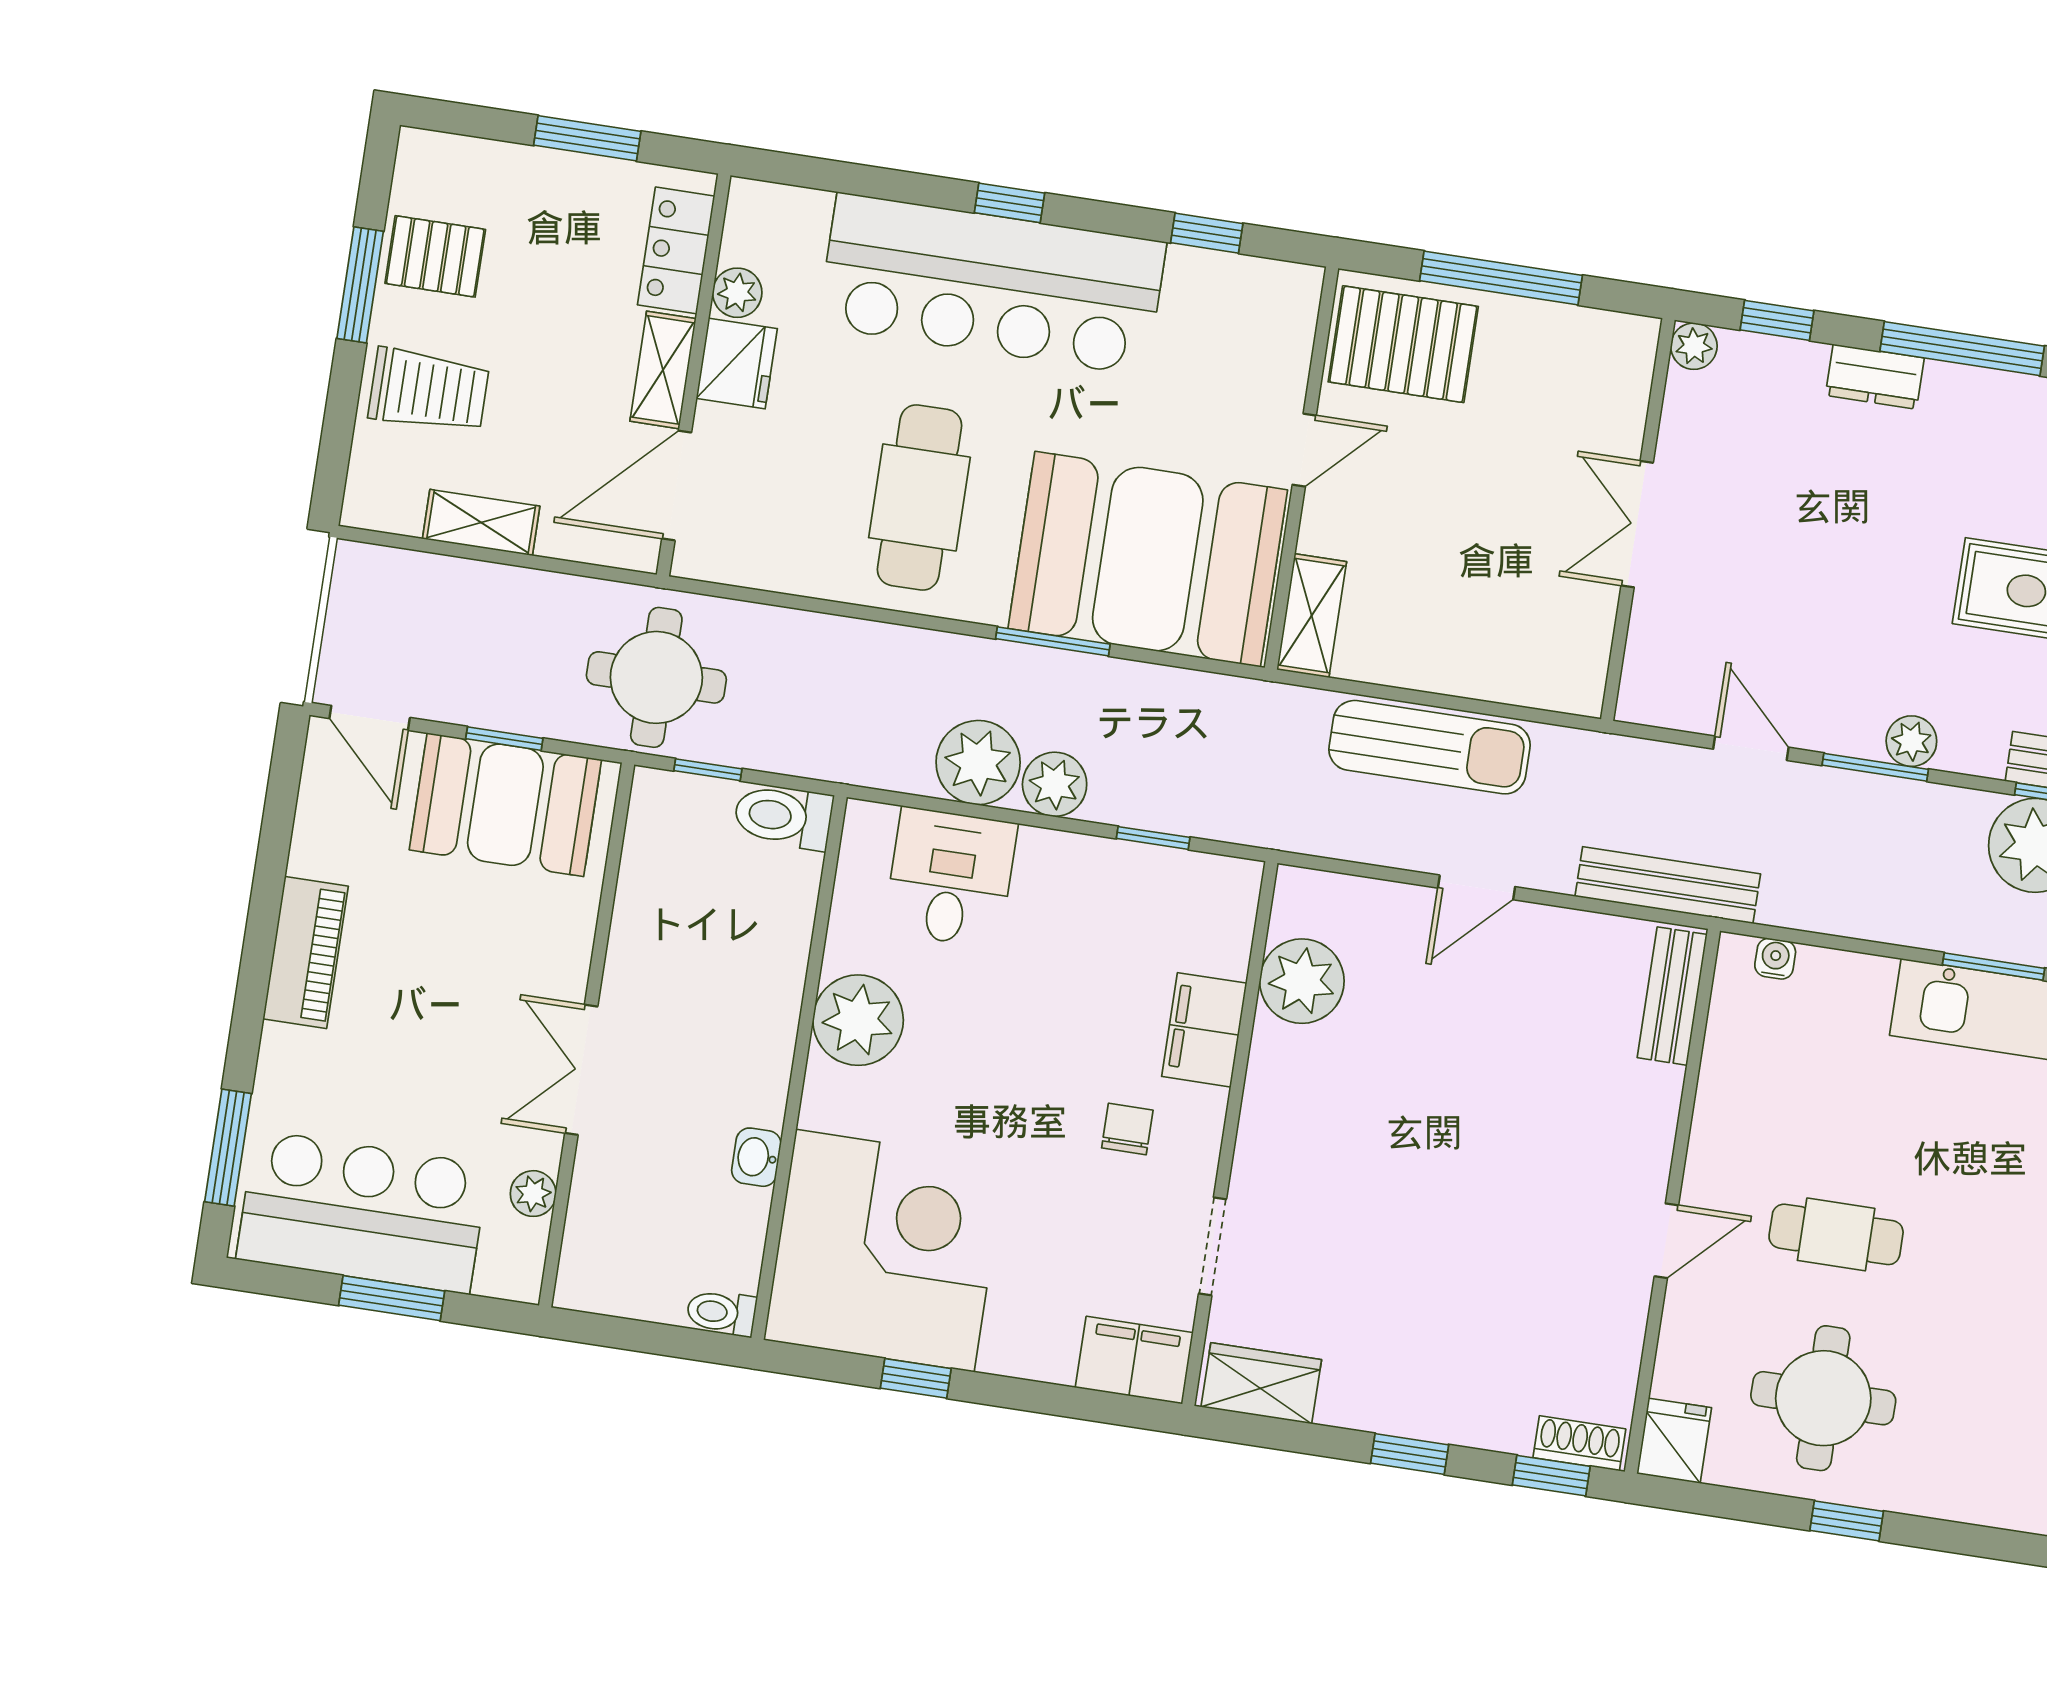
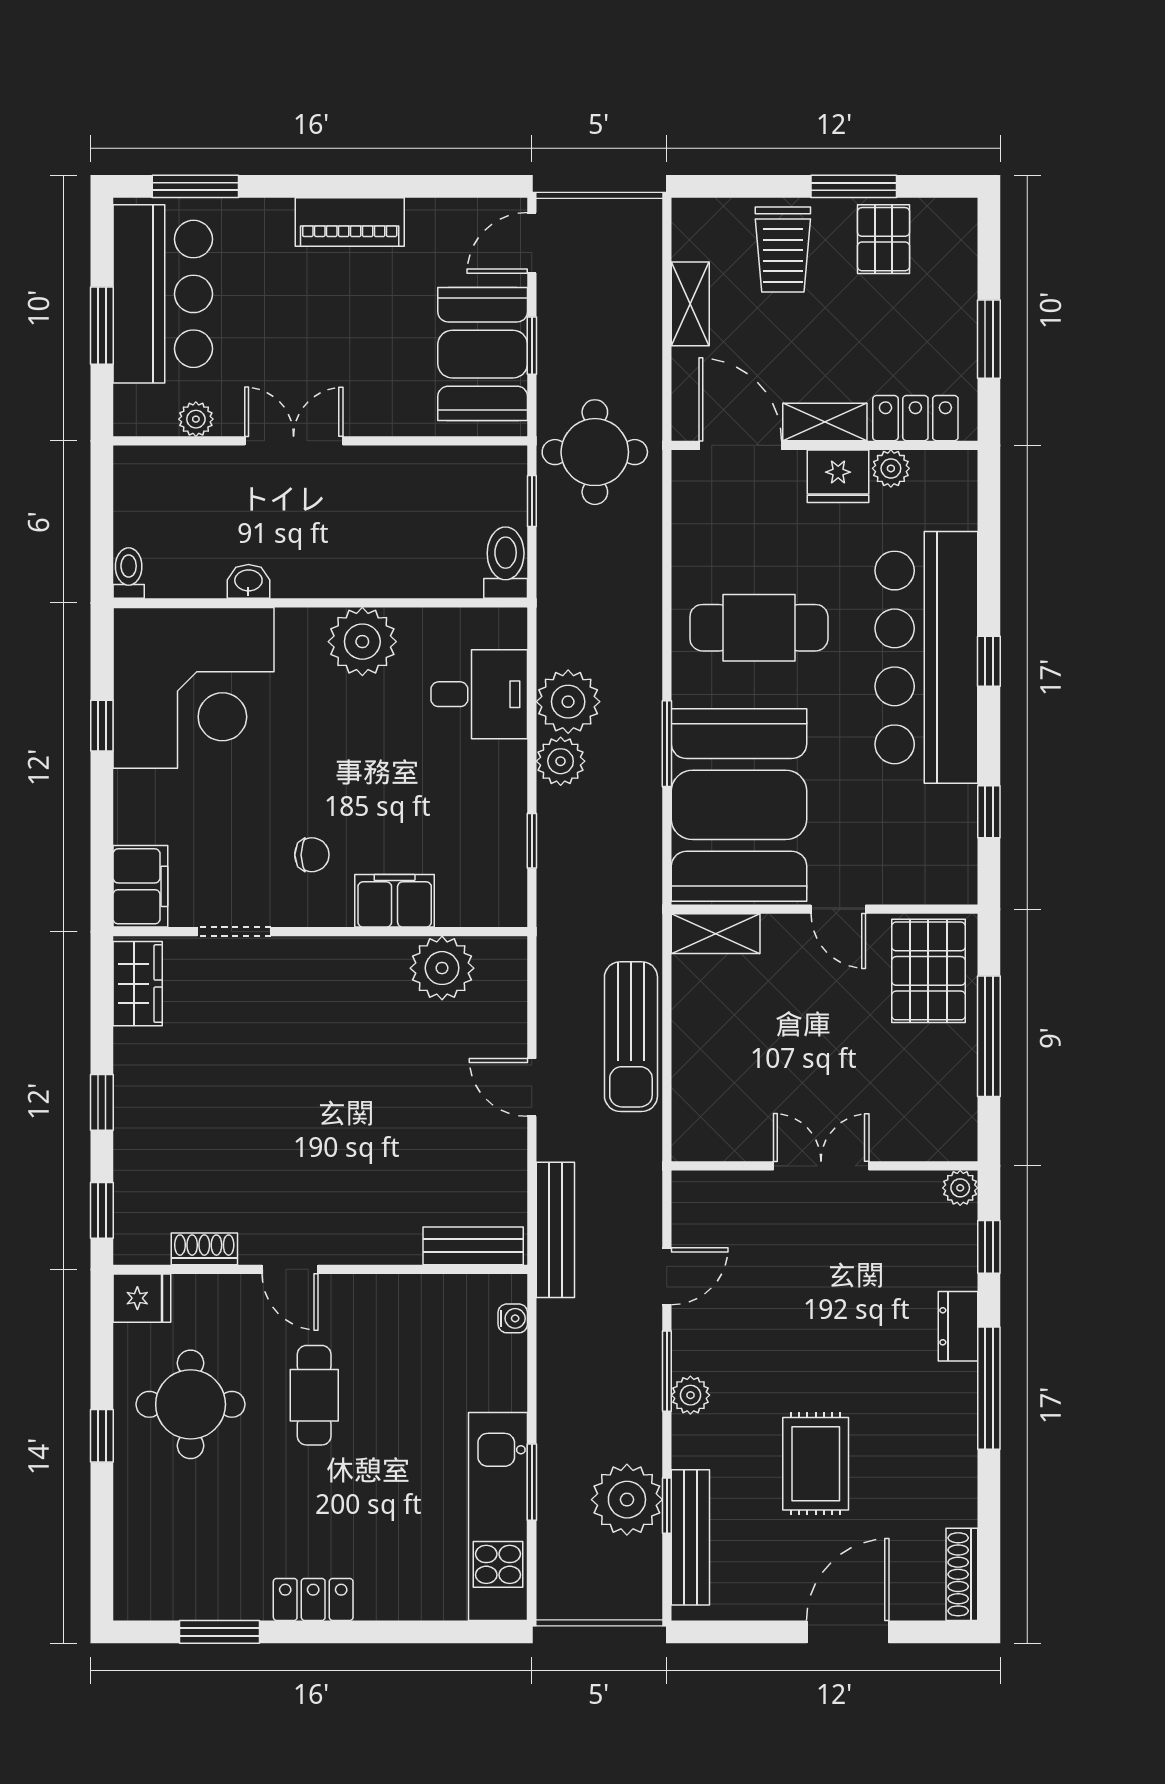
shoe rack: (1579, 1443) -> (204, 1249), moved, turned -90

